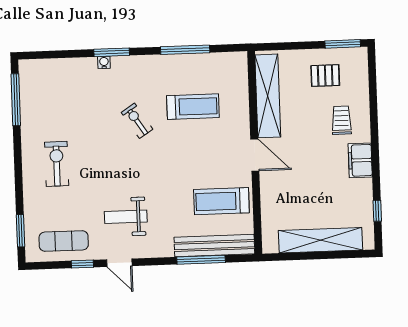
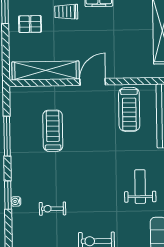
pallet: (325, 76) -> (30, 24), turned 90
exercise bike: (137, 121) -> (52, 209), moved, turned 33
weight bench: (126, 217) -> (140, 187), turned 180

